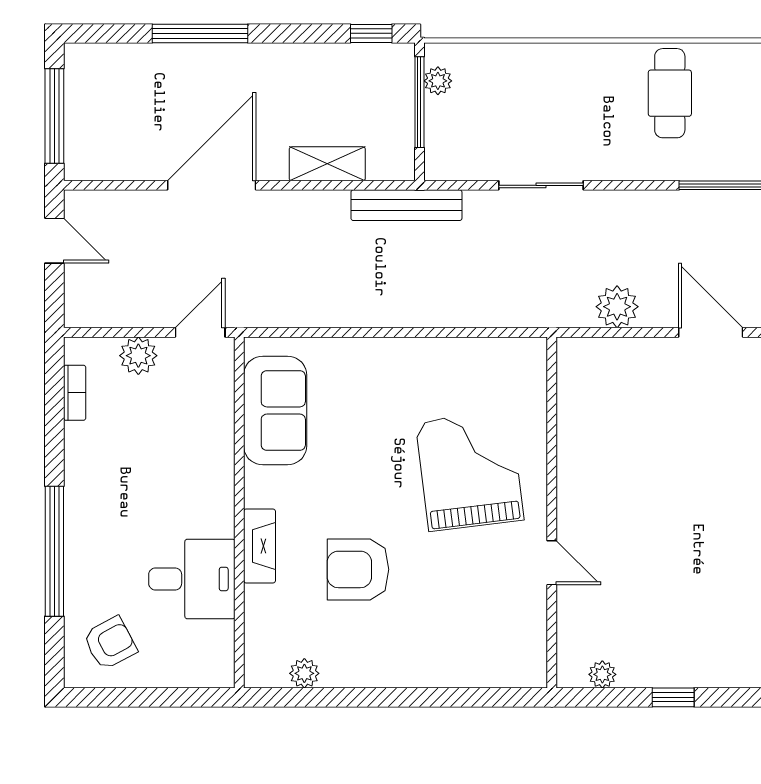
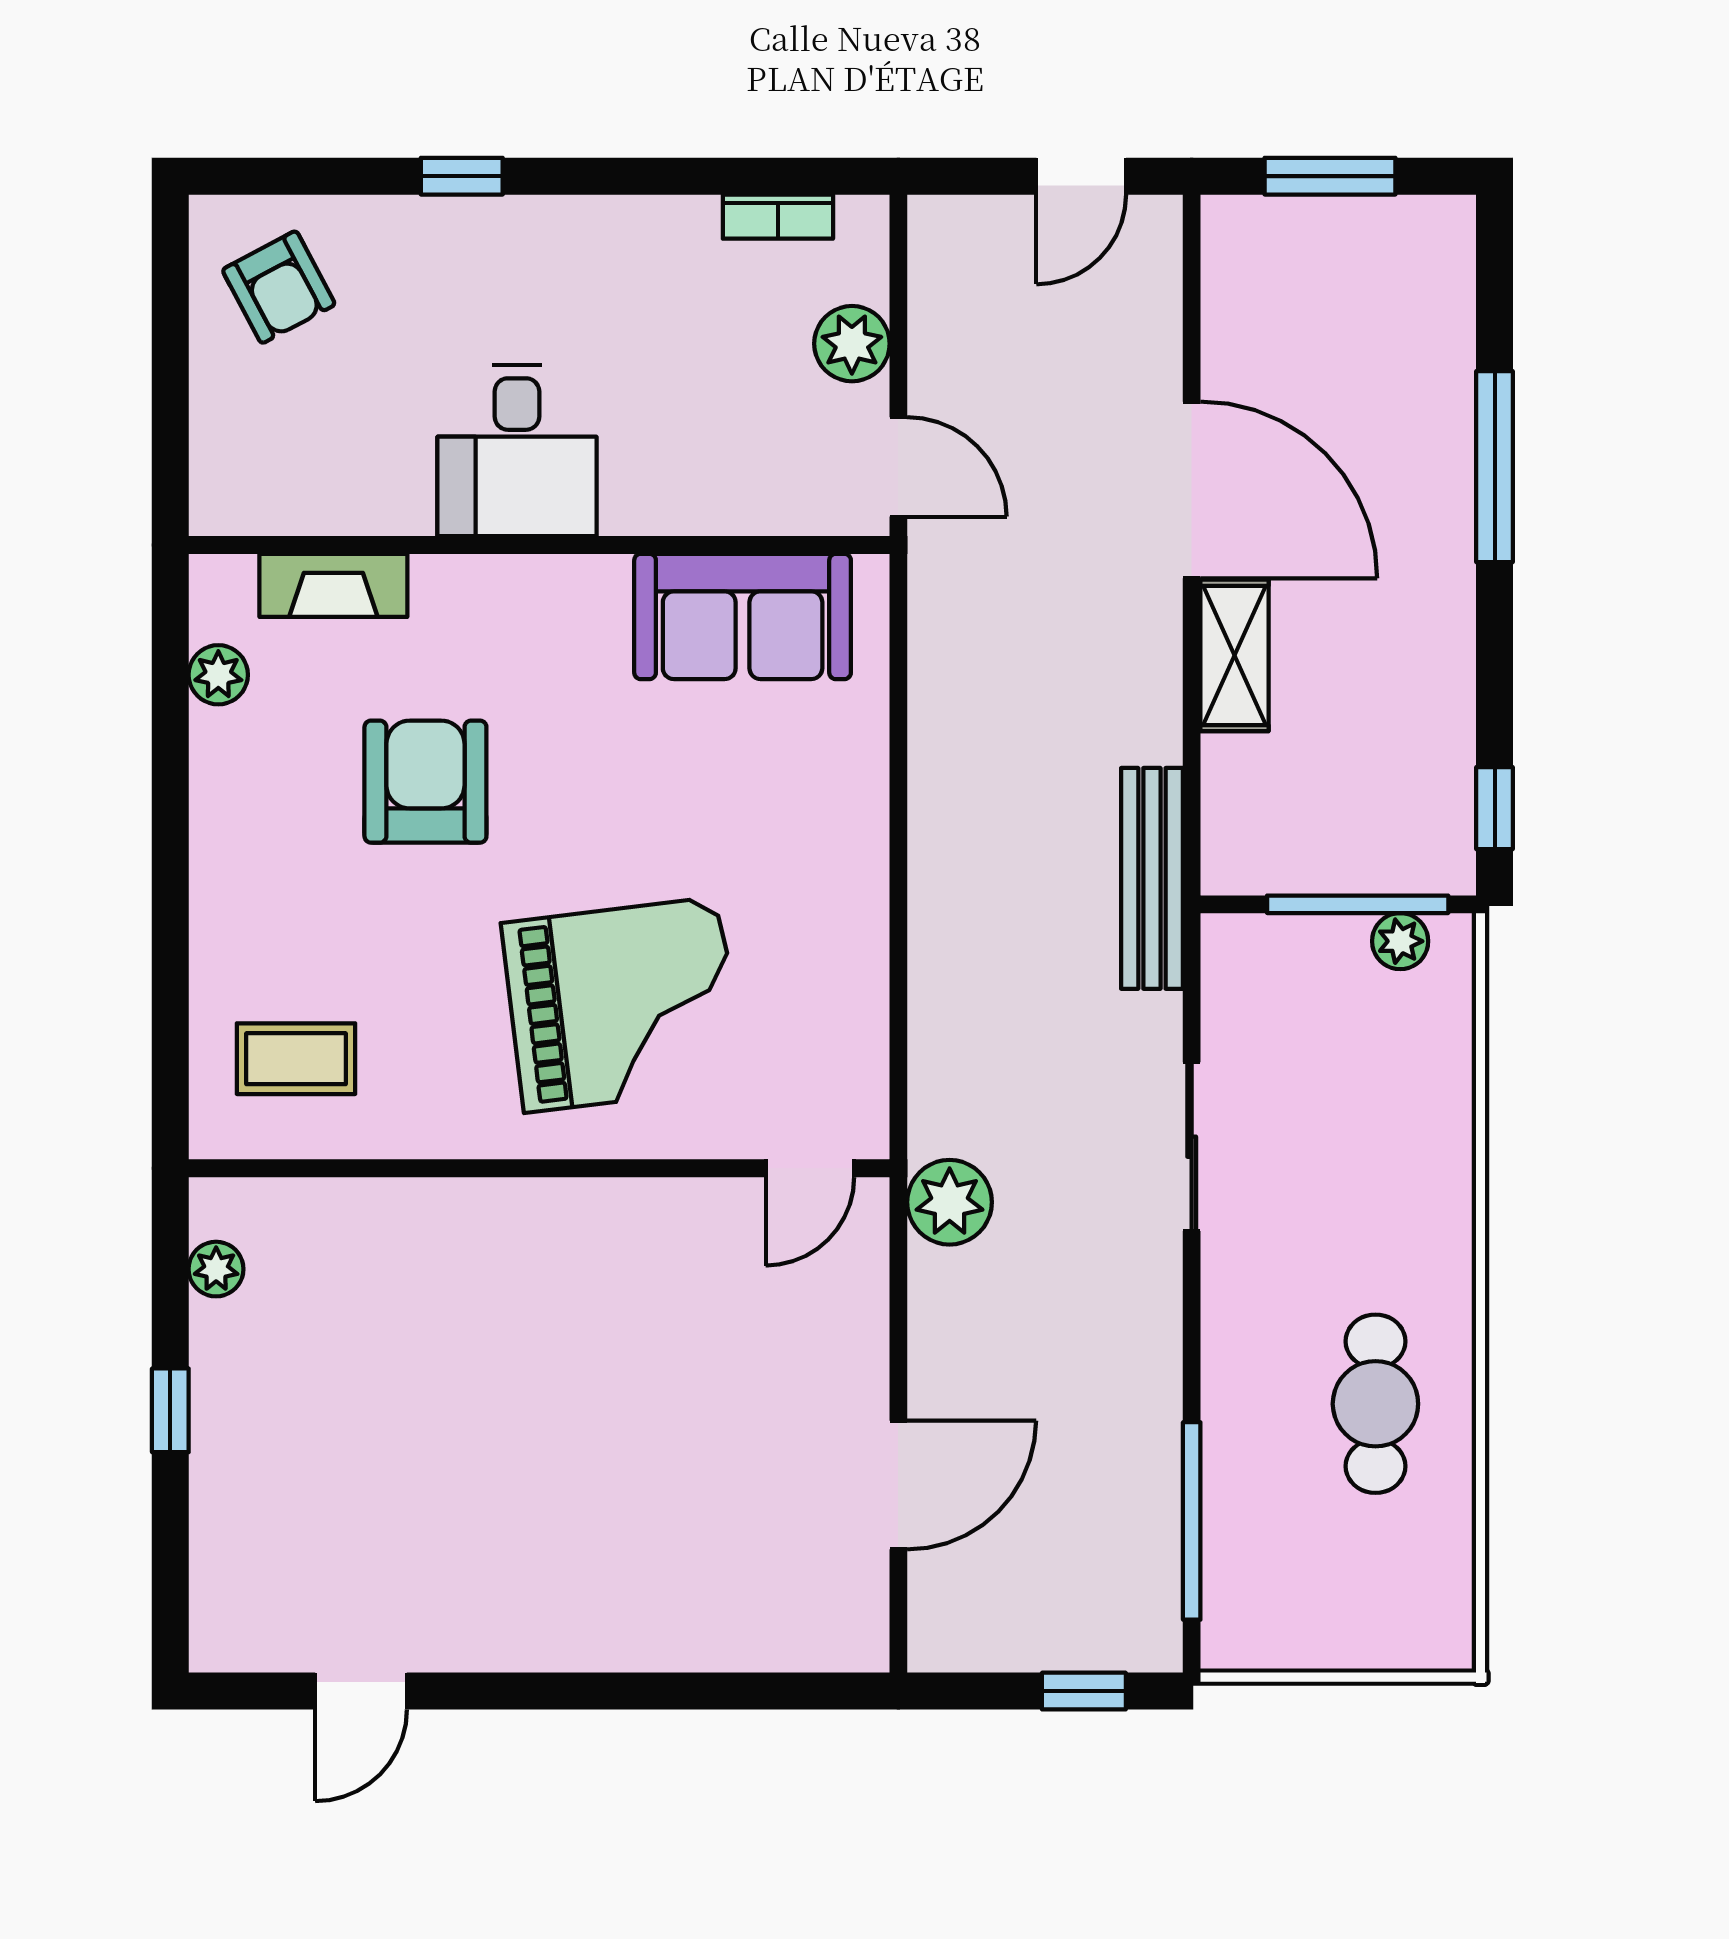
cafe table: (670, 93) -> (1375, 1404), turned 90
window: (54, 116) -> (1330, 176), width x0.69
shelving: (327, 164) -> (1235, 655), moved
plant: (617, 307) -> (950, 1202), moved
fireplace: (260, 546) -> (333, 585), moved
window: (54, 551) -> (462, 176), width x0.32
door: (552, 563) -> (810, 1168), moved
desk: (192, 579) -> (517, 450), moved
coffee table: (497, 634) -> (296, 1059), added

